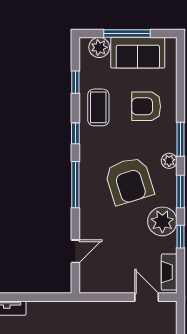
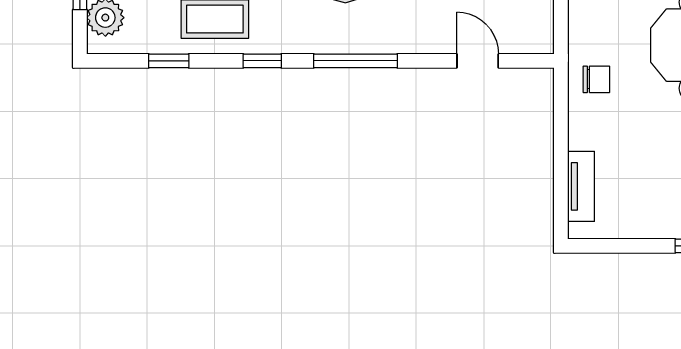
chair: (65, 316) -> (596, 79), added

